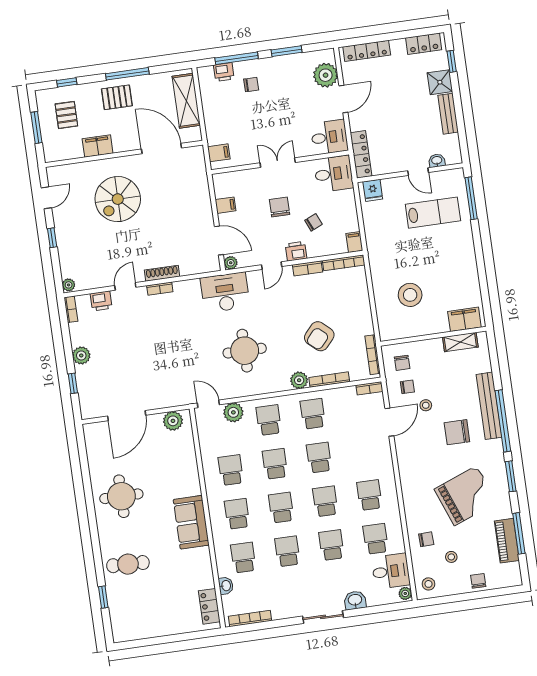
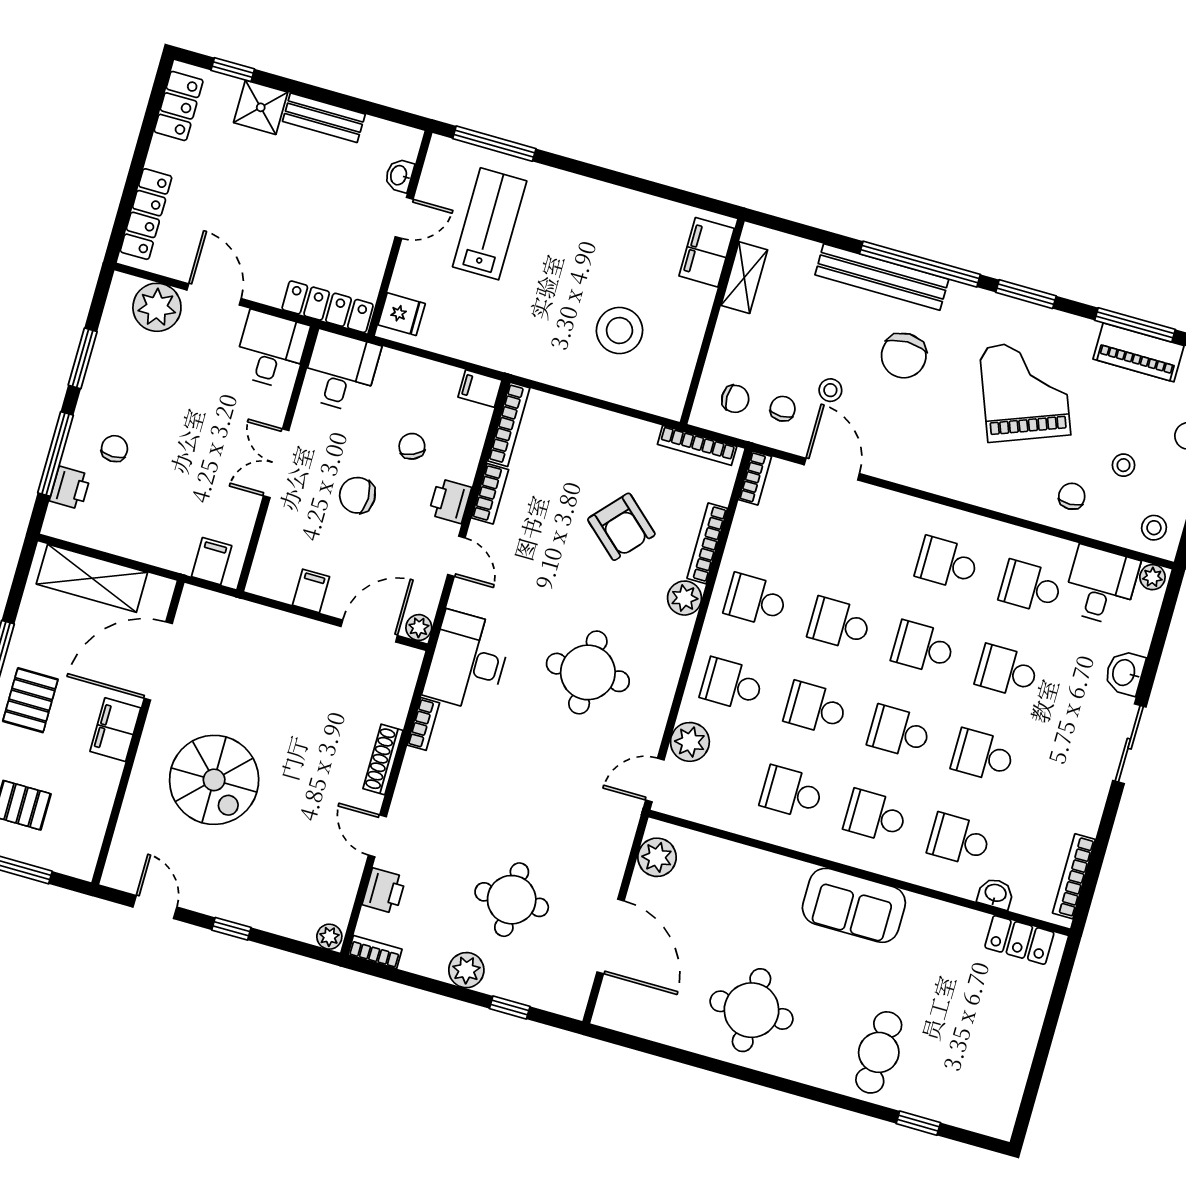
filing cabinet: (98, 146) -> (115, 730), moved
bookcase: (160, 289) -> (423, 724), moved
round table: (123, 362) -> (512, 900), added

